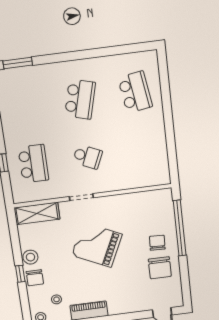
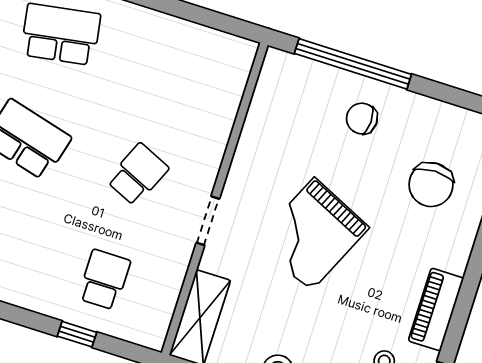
school desk: (33, 164) -> (104, 280), width x0.54
chair: (160, 268) -> (431, 185), moved, turned 90

